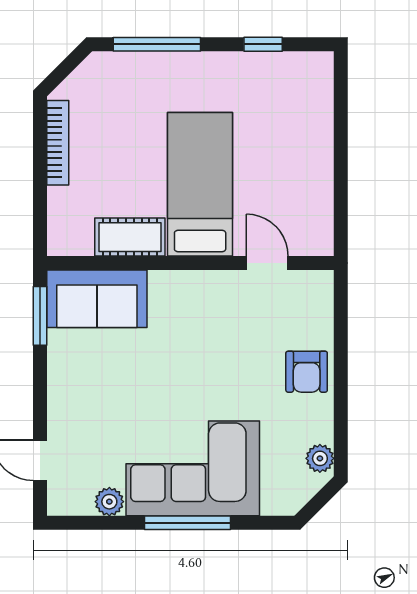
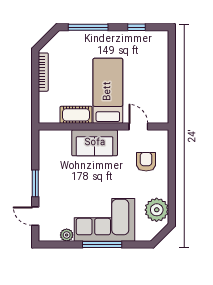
sofa: (97, 299) -> (95, 143), moved
window: (40, 316) -> (35, 183), moved
armchair: (307, 372) -> (146, 162), moved, turned 180
plant: (320, 458) -> (157, 210), width x1.88, depth x1.88

